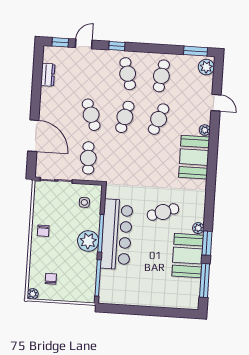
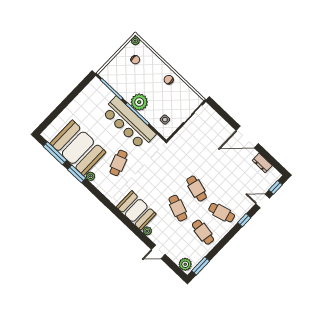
door: (84, 44) -> (263, 201), swing flipped
cafe table: (91, 115) -> (215, 169), removed
door: (33, 136) -> (247, 137), moved
cafe table: (88, 158) -> (190, 145), removed
booth: (188, 256) -> (78, 148), width x1.36, depth x1.42

